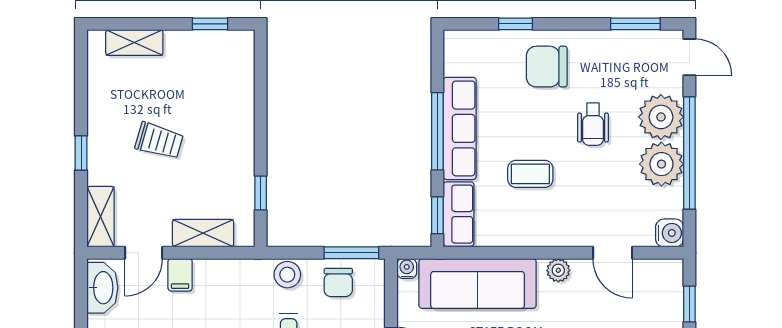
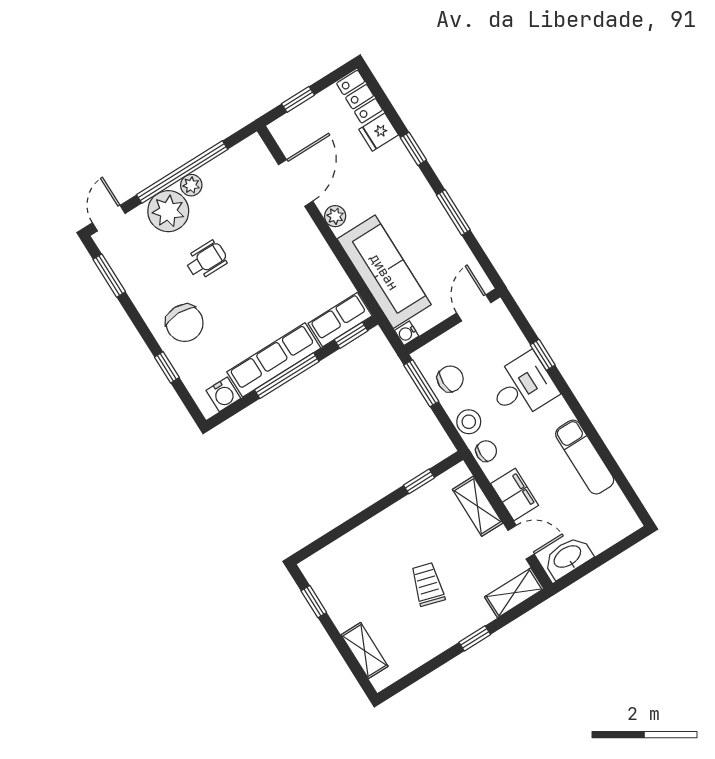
plant: (661, 164) -> (191, 185), width x0.53, depth x0.53
coffee table: (530, 174) -> (275, 284), removed
water cooler: (670, 233) -> (223, 394), moved, turned 180
door: (613, 253) -> (296, 183), width x1.38
chair: (250, 274) -> (486, 451), added
filing cabinet: (180, 275) -> (515, 495), width x2.00

